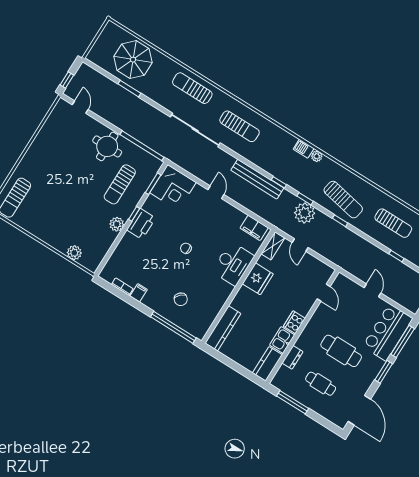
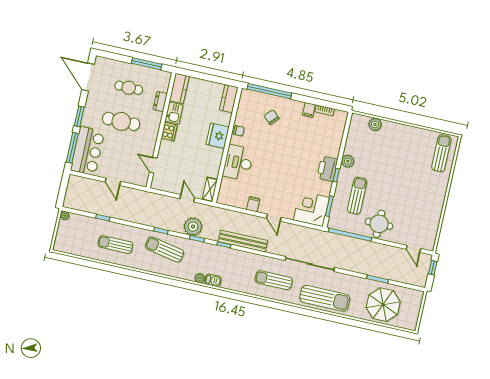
sun lounger: (192, 88) -> (325, 298), width x1.36, depth x1.34
filing cabinet: (254, 228) -> (253, 204), moved, width x0.50
chair: (186, 248) -> (239, 131), moved
fridge: (258, 279) -> (218, 136), moved
kitchen counter: (223, 328) -> (229, 99), width x0.67

